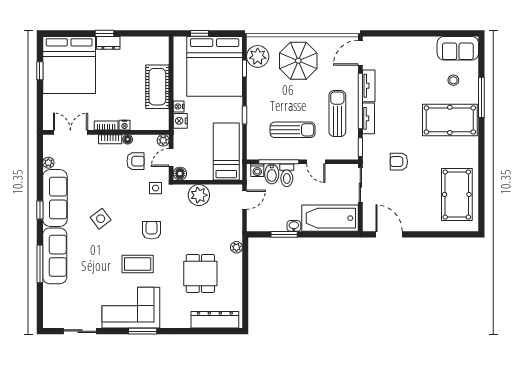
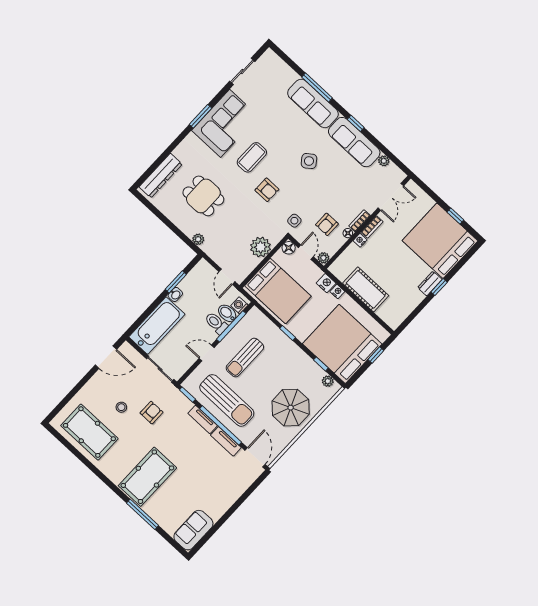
plant: (258, 56) -> (328, 381), width x0.53, depth x0.53
stool: (453, 80) -> (121, 407), moved
sun lounger: (337, 114) -> (227, 400), width x1.36, depth x1.34
bed: (226, 151) -> (278, 291), width x1.50

